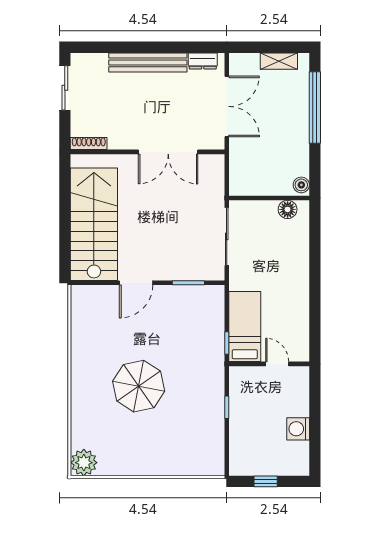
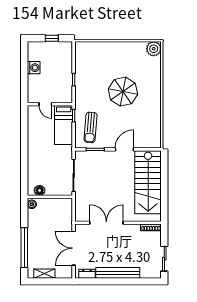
sun lounger: (197, 322) -> (91, 127), added

